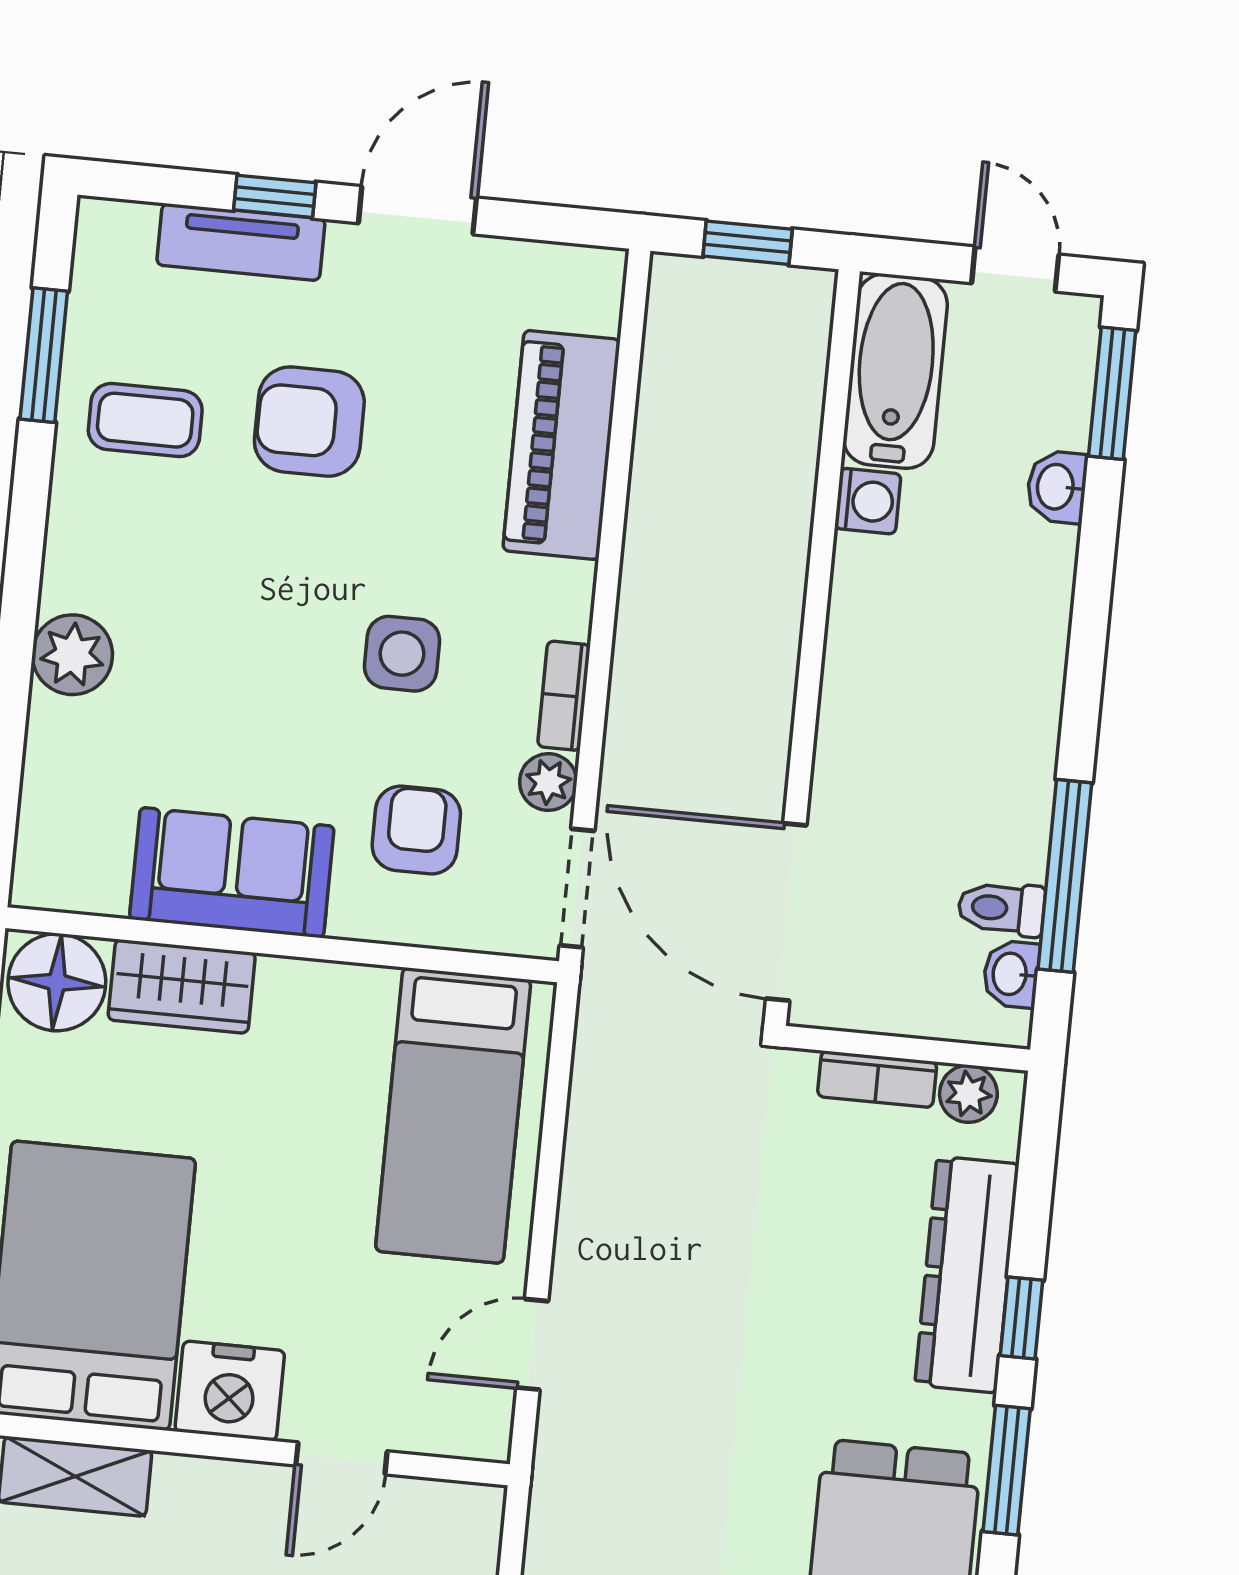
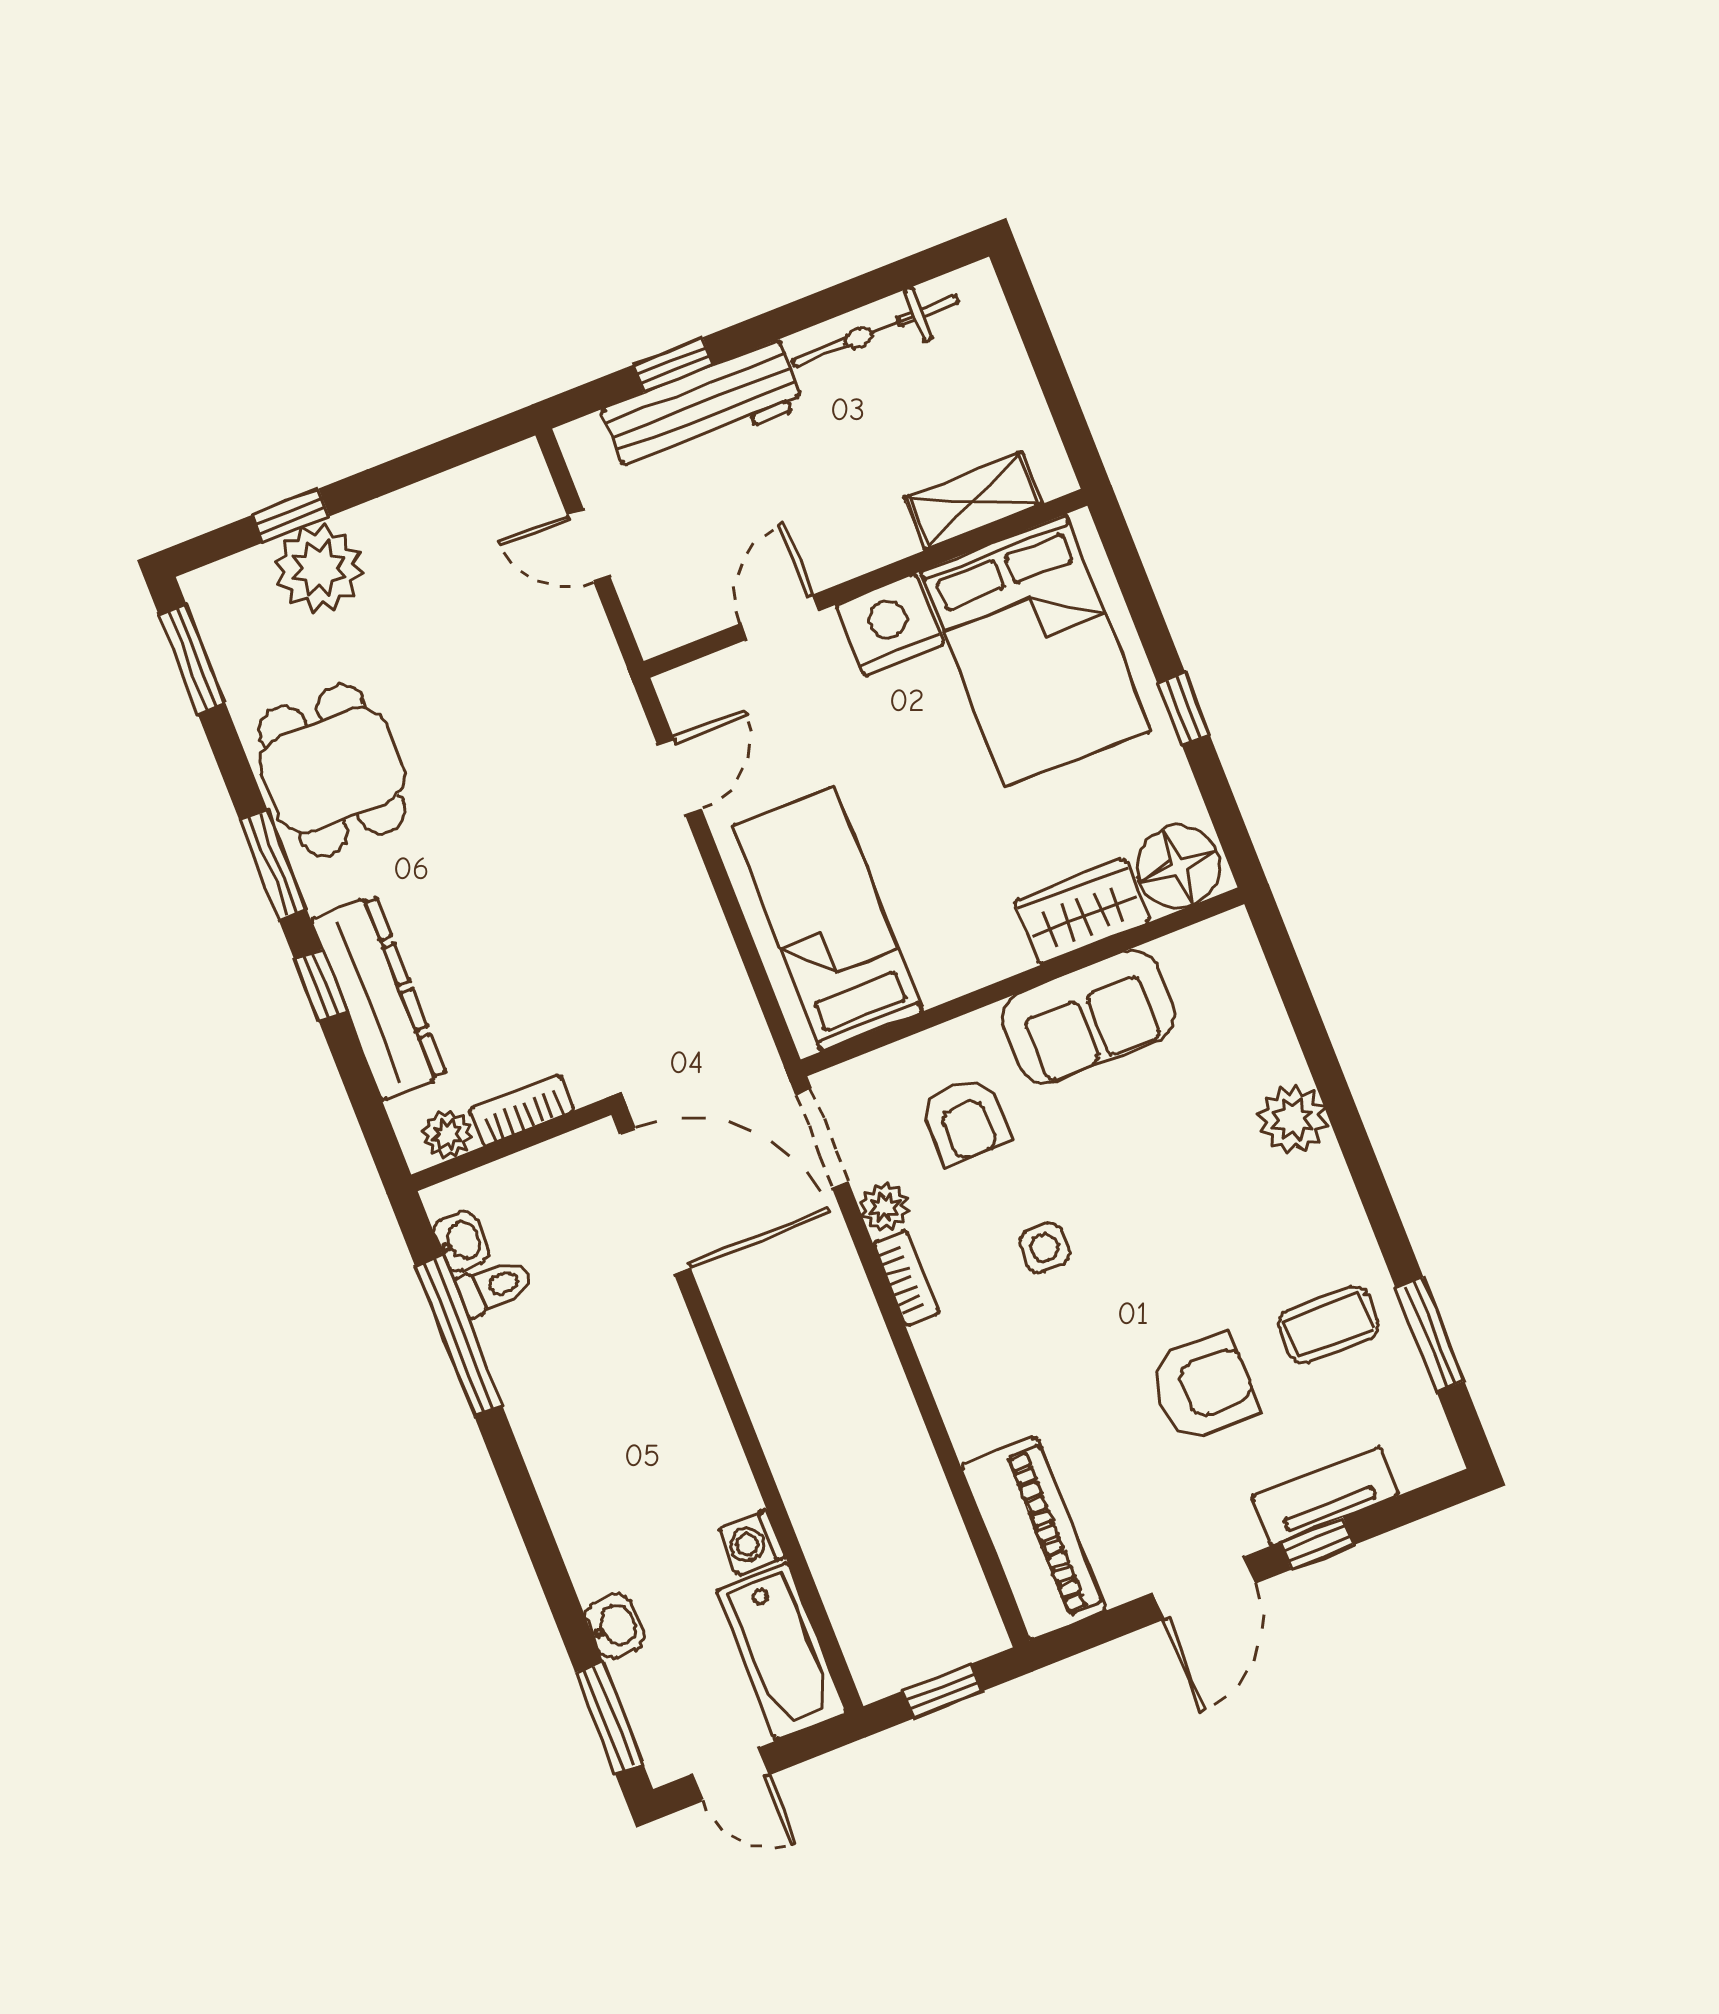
piano: (561, 445) -> (1033, 1538), moved
side table: (402, 654) -> (1044, 1248), width x0.73, depth x0.73

